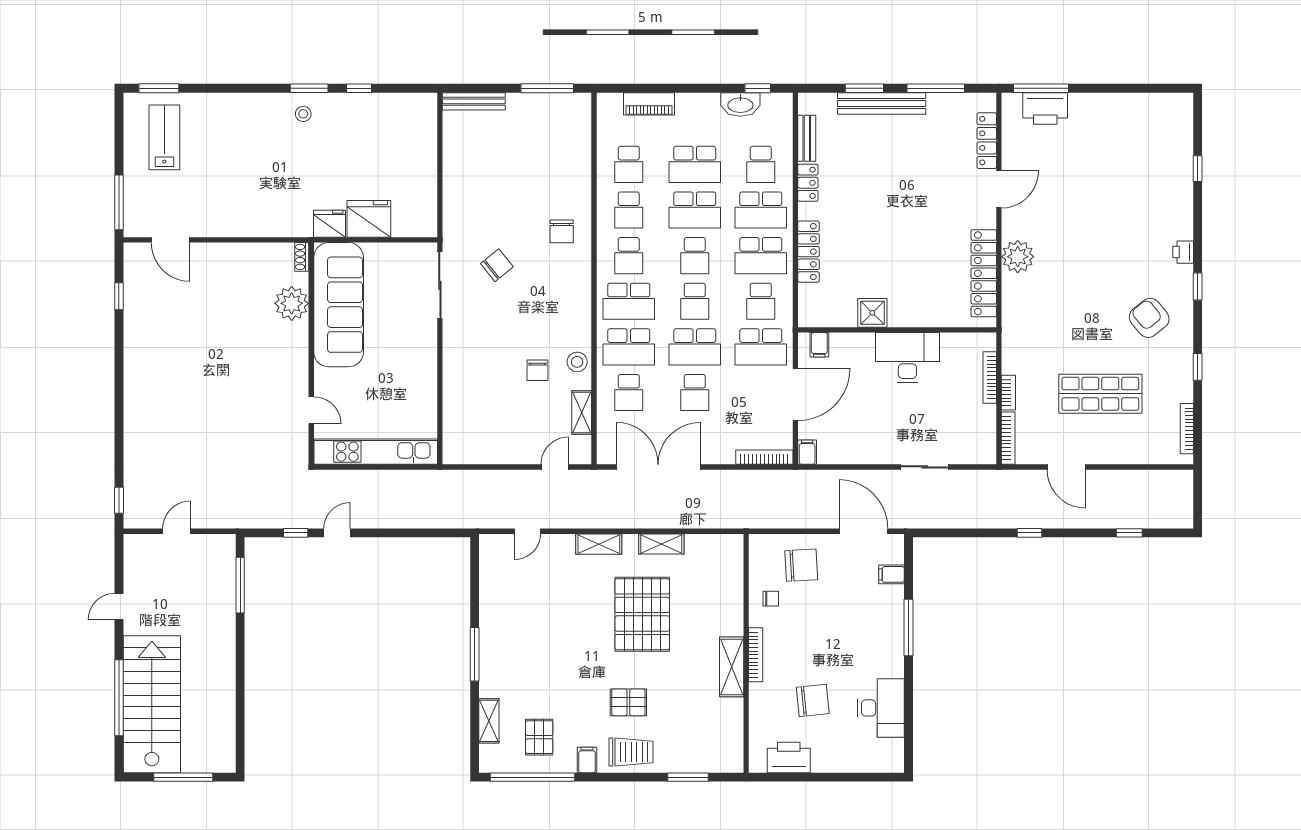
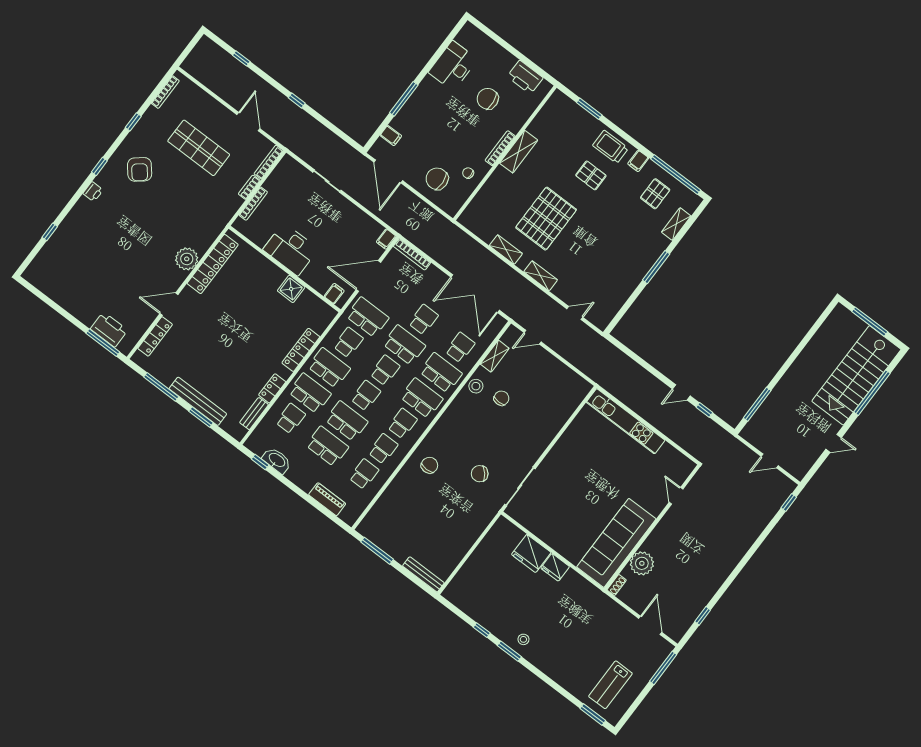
shoe rack: (302, 257) -> (617, 585), moved
plant: (292, 303) -> (642, 563), moved
sofa: (339, 305) -> (616, 543), moved
wall: (311, 353) -> (652, 527), moved
door: (311, 410) -> (676, 496), moved

